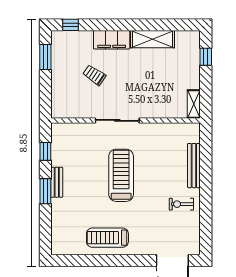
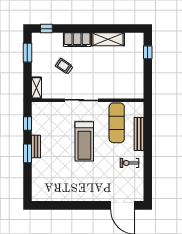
shelving: (194, 104) -> (37, 88), moved
exercise mat: (164, 151) -> (117, 123), added
treadmill: (121, 175) -> (84, 141), turned 180
treadmill: (107, 238) -> (74, 188), removed

